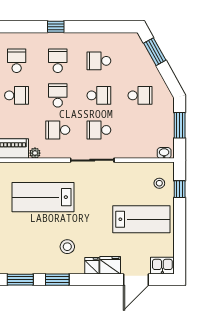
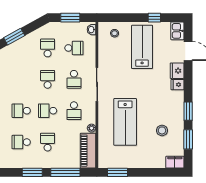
school desk: (99, 61) -> (74, 48), moved, turned -90
window: (180, 189) -> (154, 18), moved
stool: (67, 247) -> (162, 130), moved

